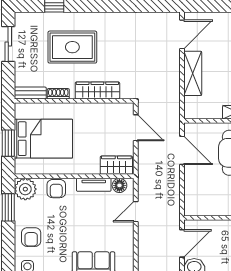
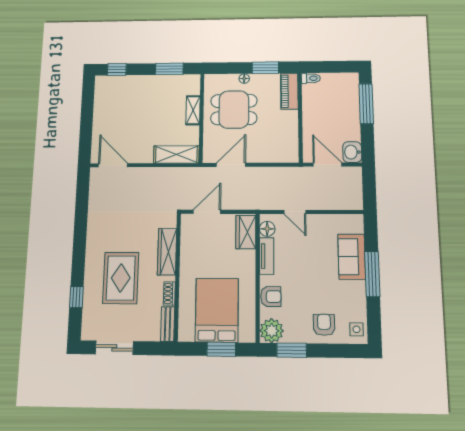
shelving: (193, 73) -> (176, 154), moved
armchair: (31, 237) -> (324, 325), turned -90

